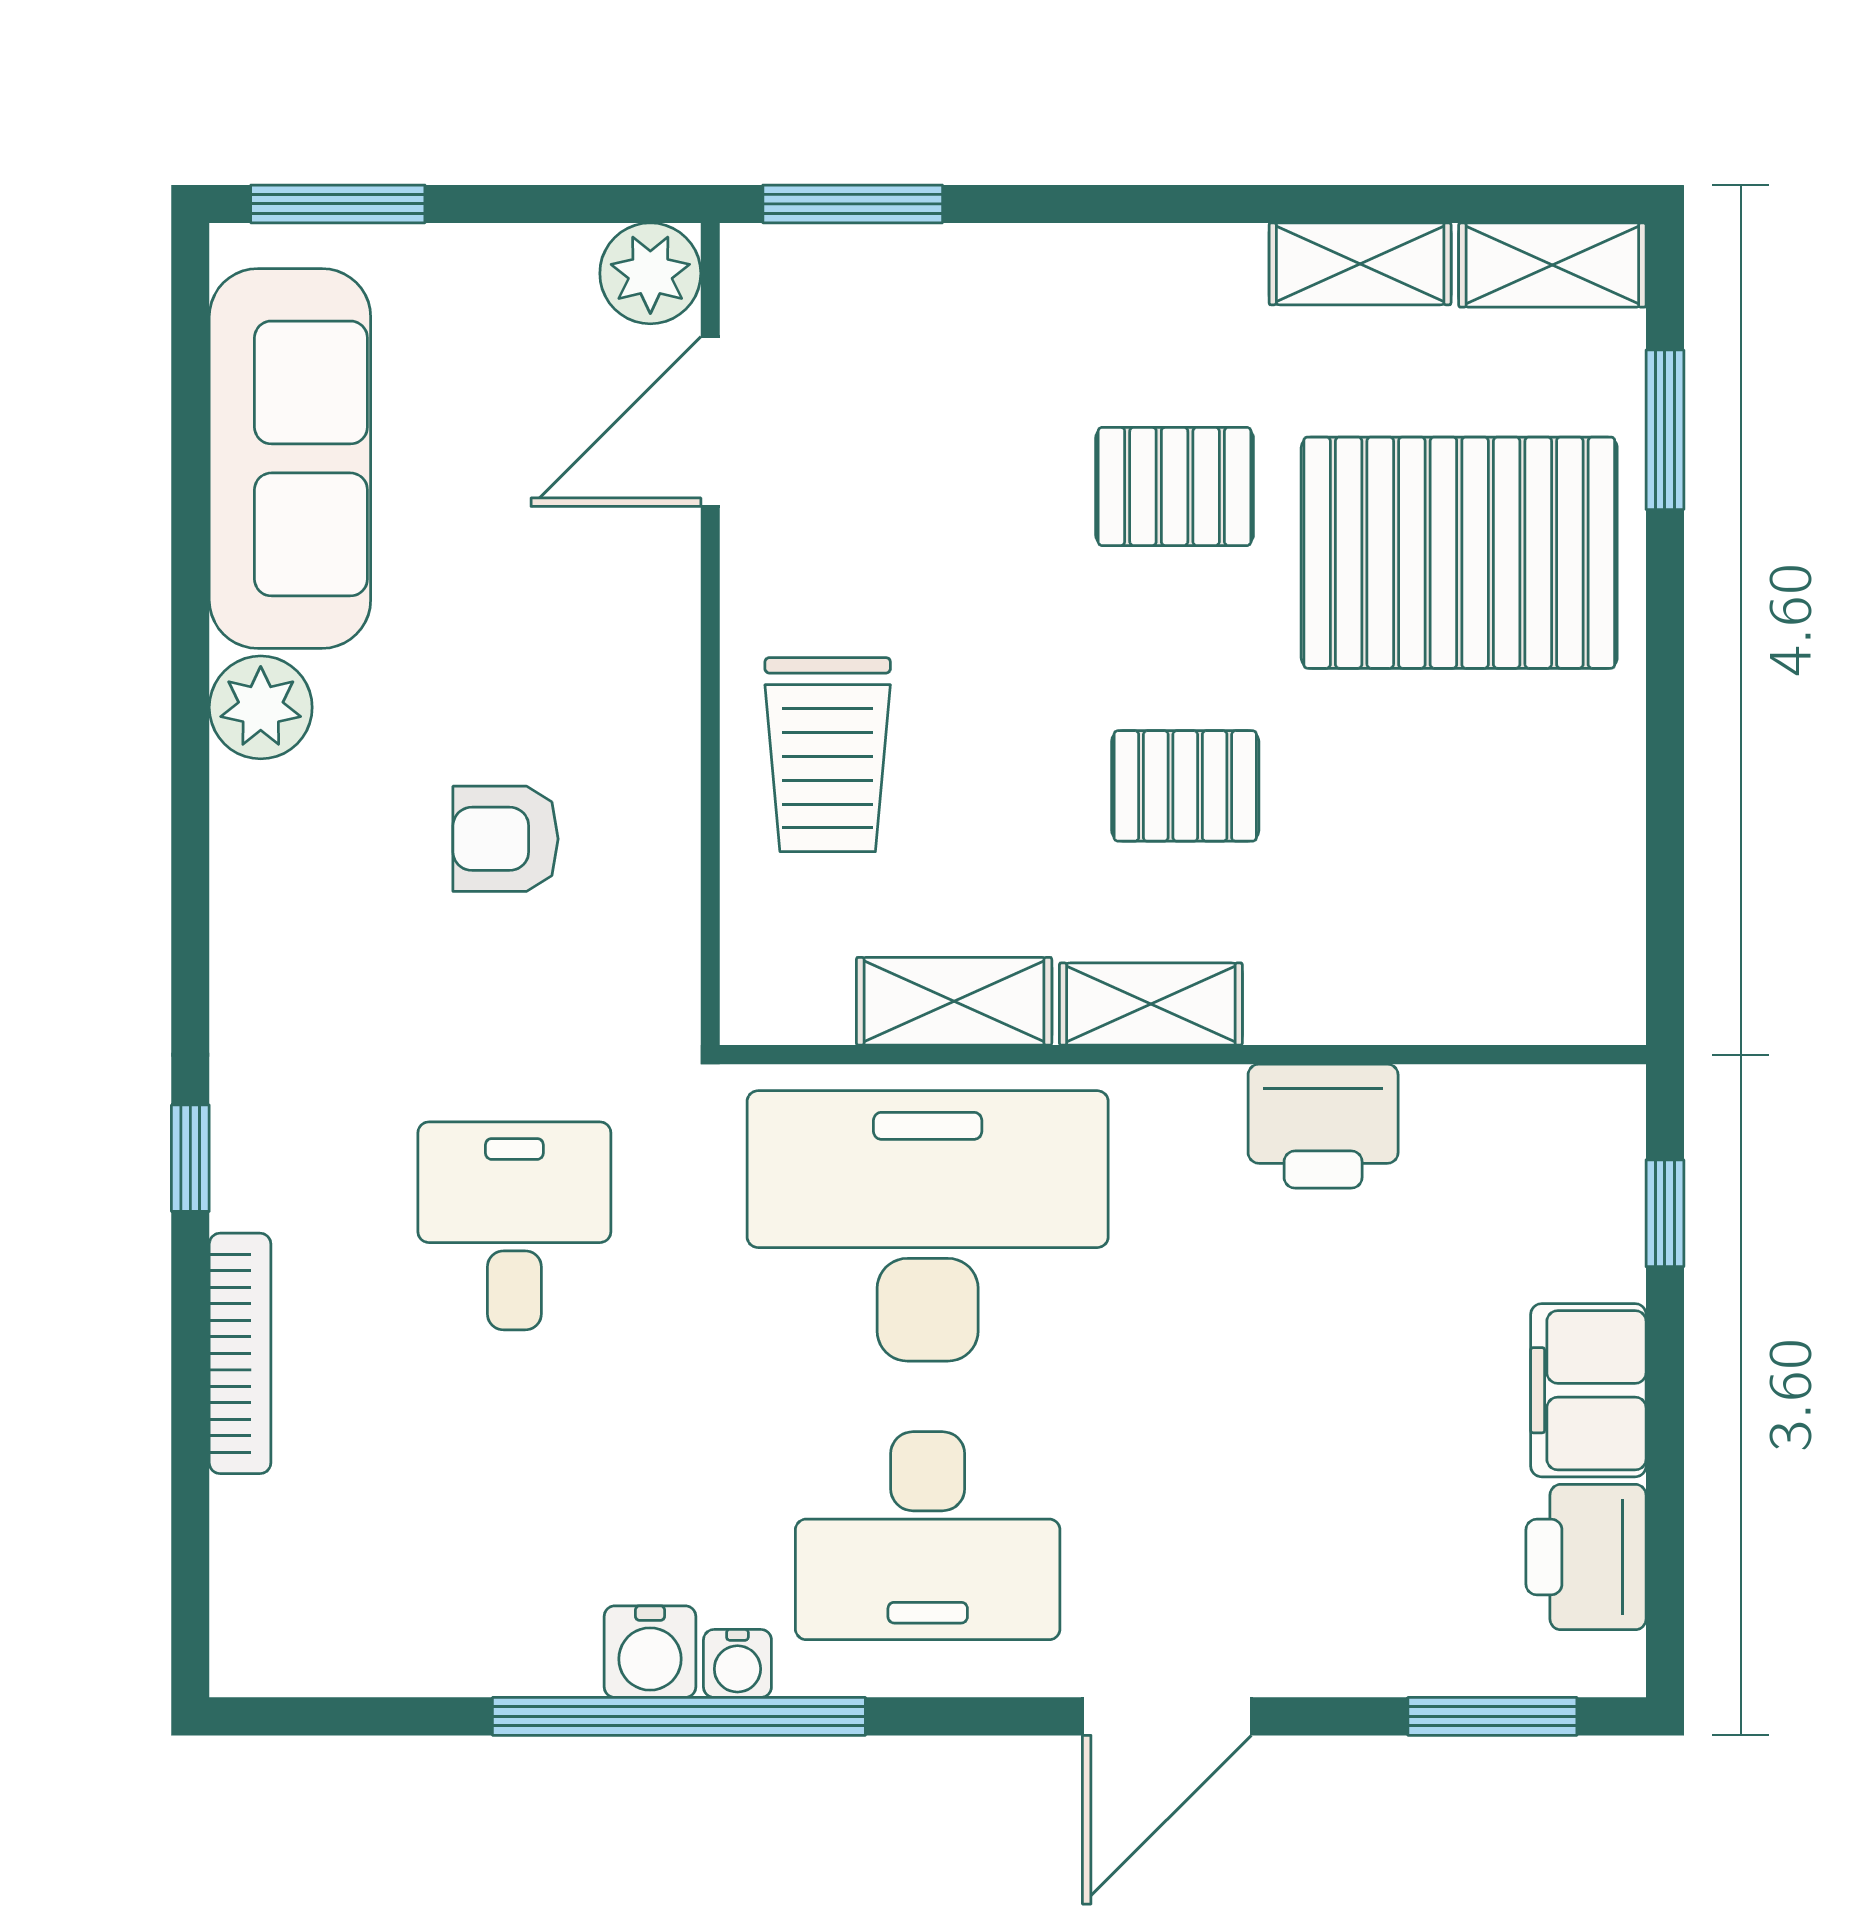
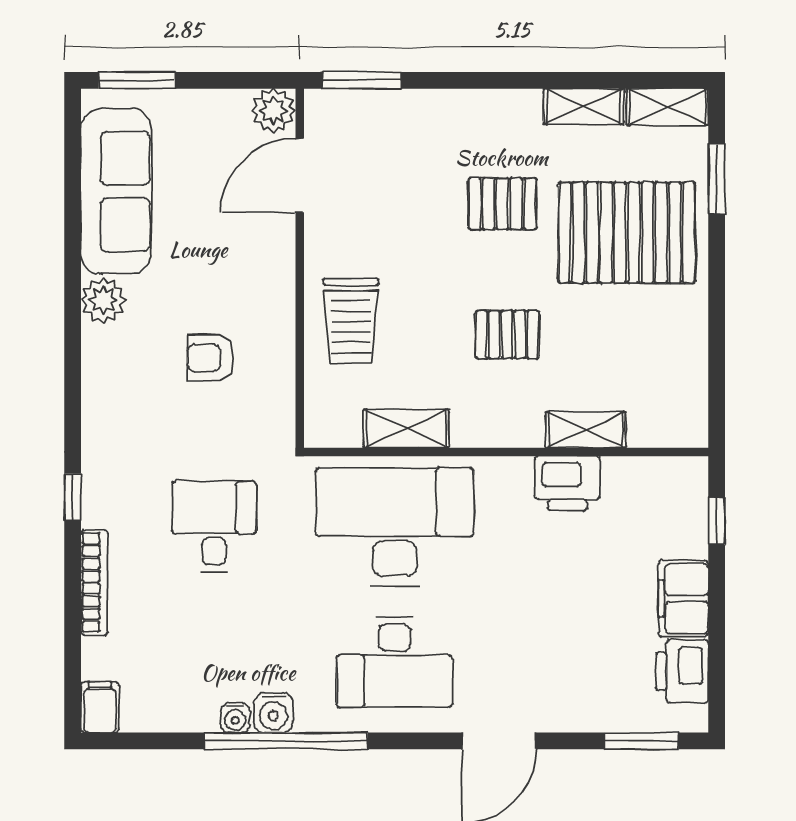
shelving: (1151, 1004) -> (586, 430), moved
filing cabinet: (253, 1639) -> (100, 707), added
water cooler: (737, 1663) -> (235, 718), moved

